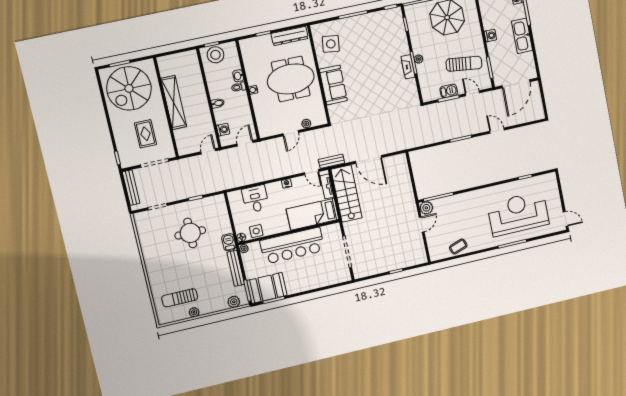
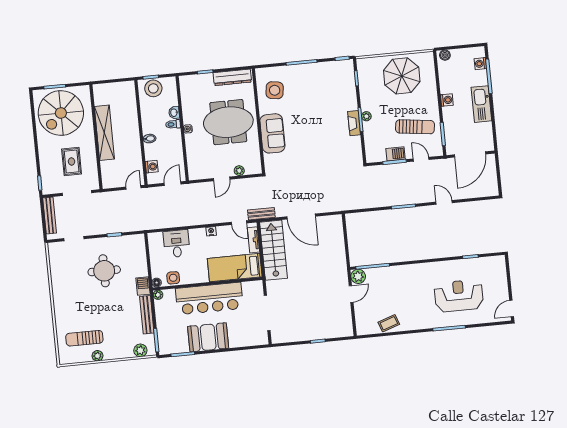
reception desk: (518, 214) -> (459, 296), width x0.74, depth x0.77
door: (566, 219) -> (512, 309), swing flipped
booth: (267, 288) -> (208, 337), moved

